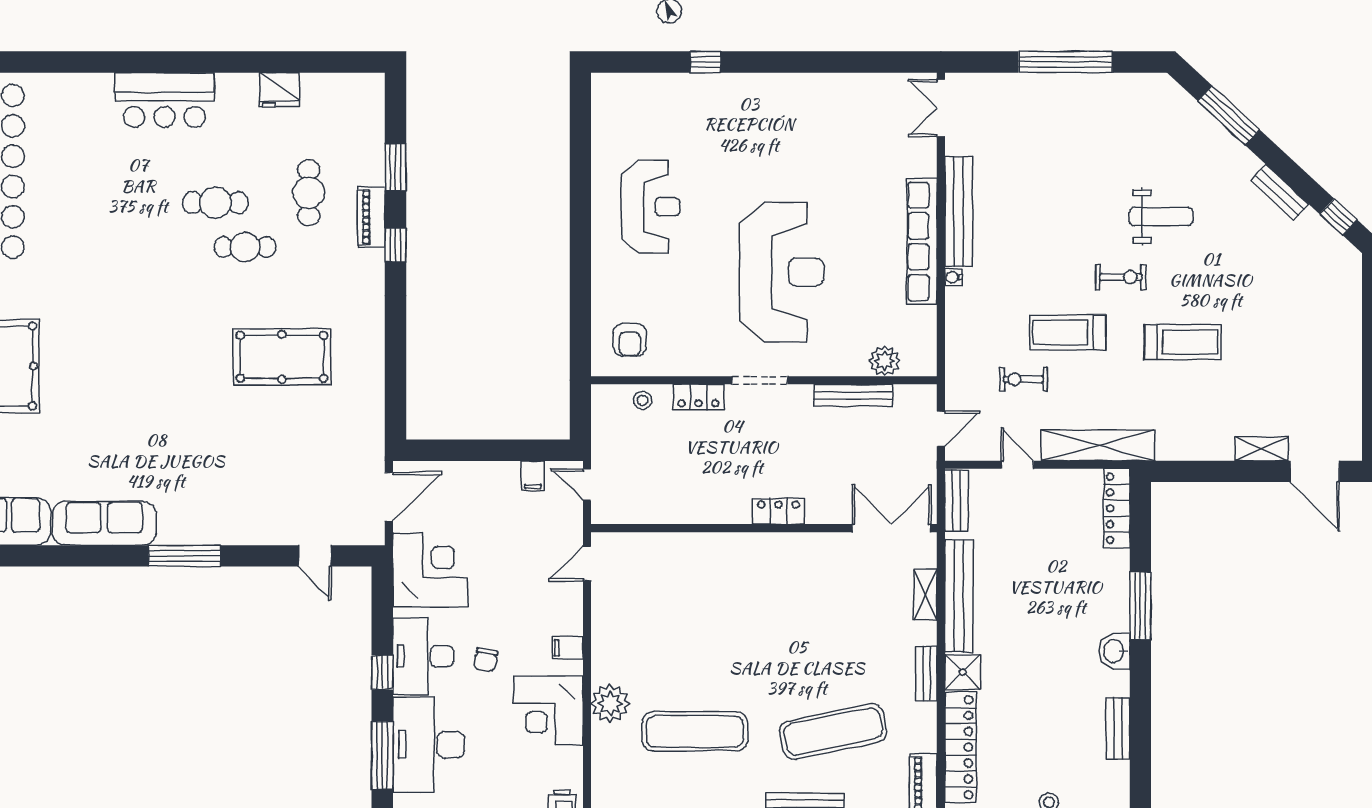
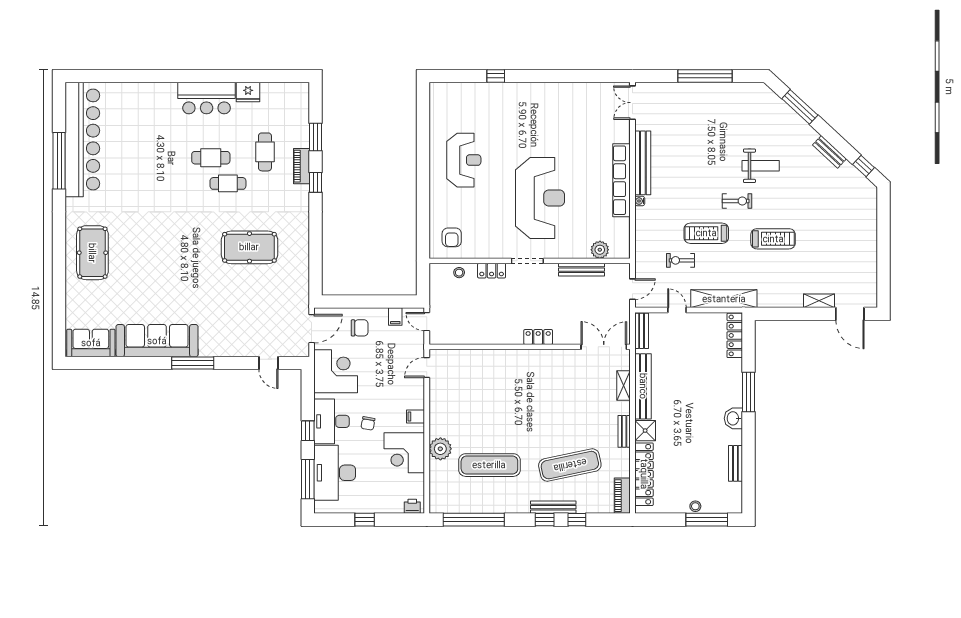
bar counter: (164, 100) -> (207, 98), moved
chair: (471, 496) -> (360, 328), added
sofa: (104, 523) -> (157, 341), width x1.36, depth x1.27

